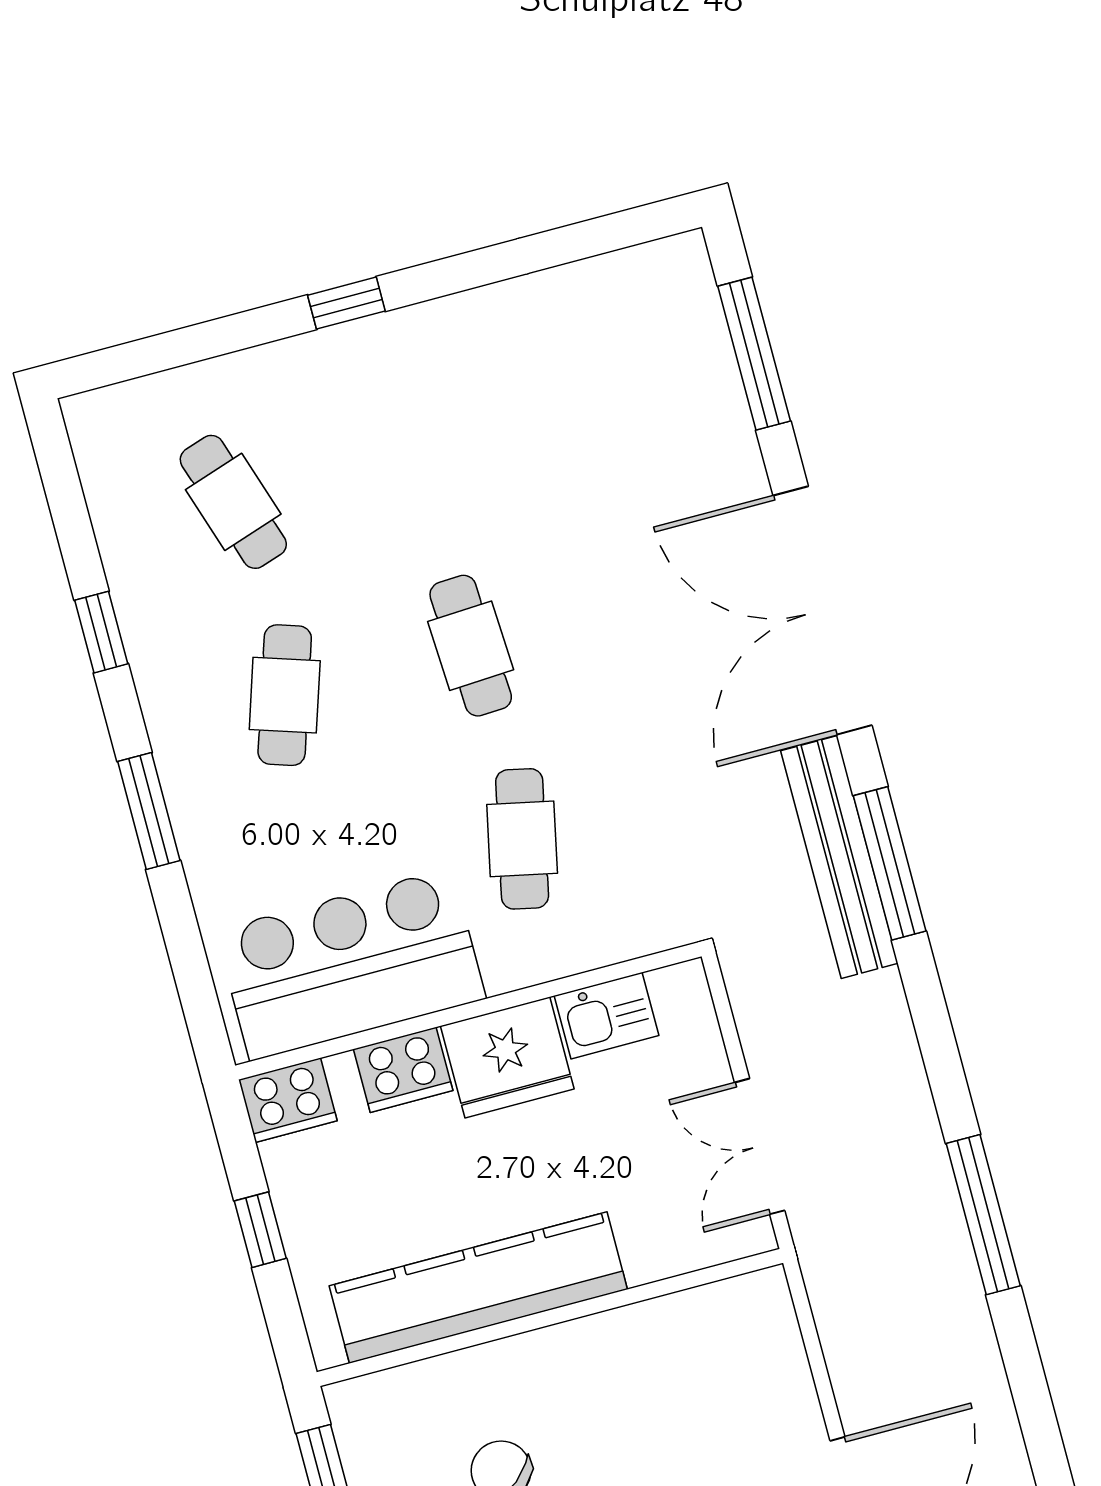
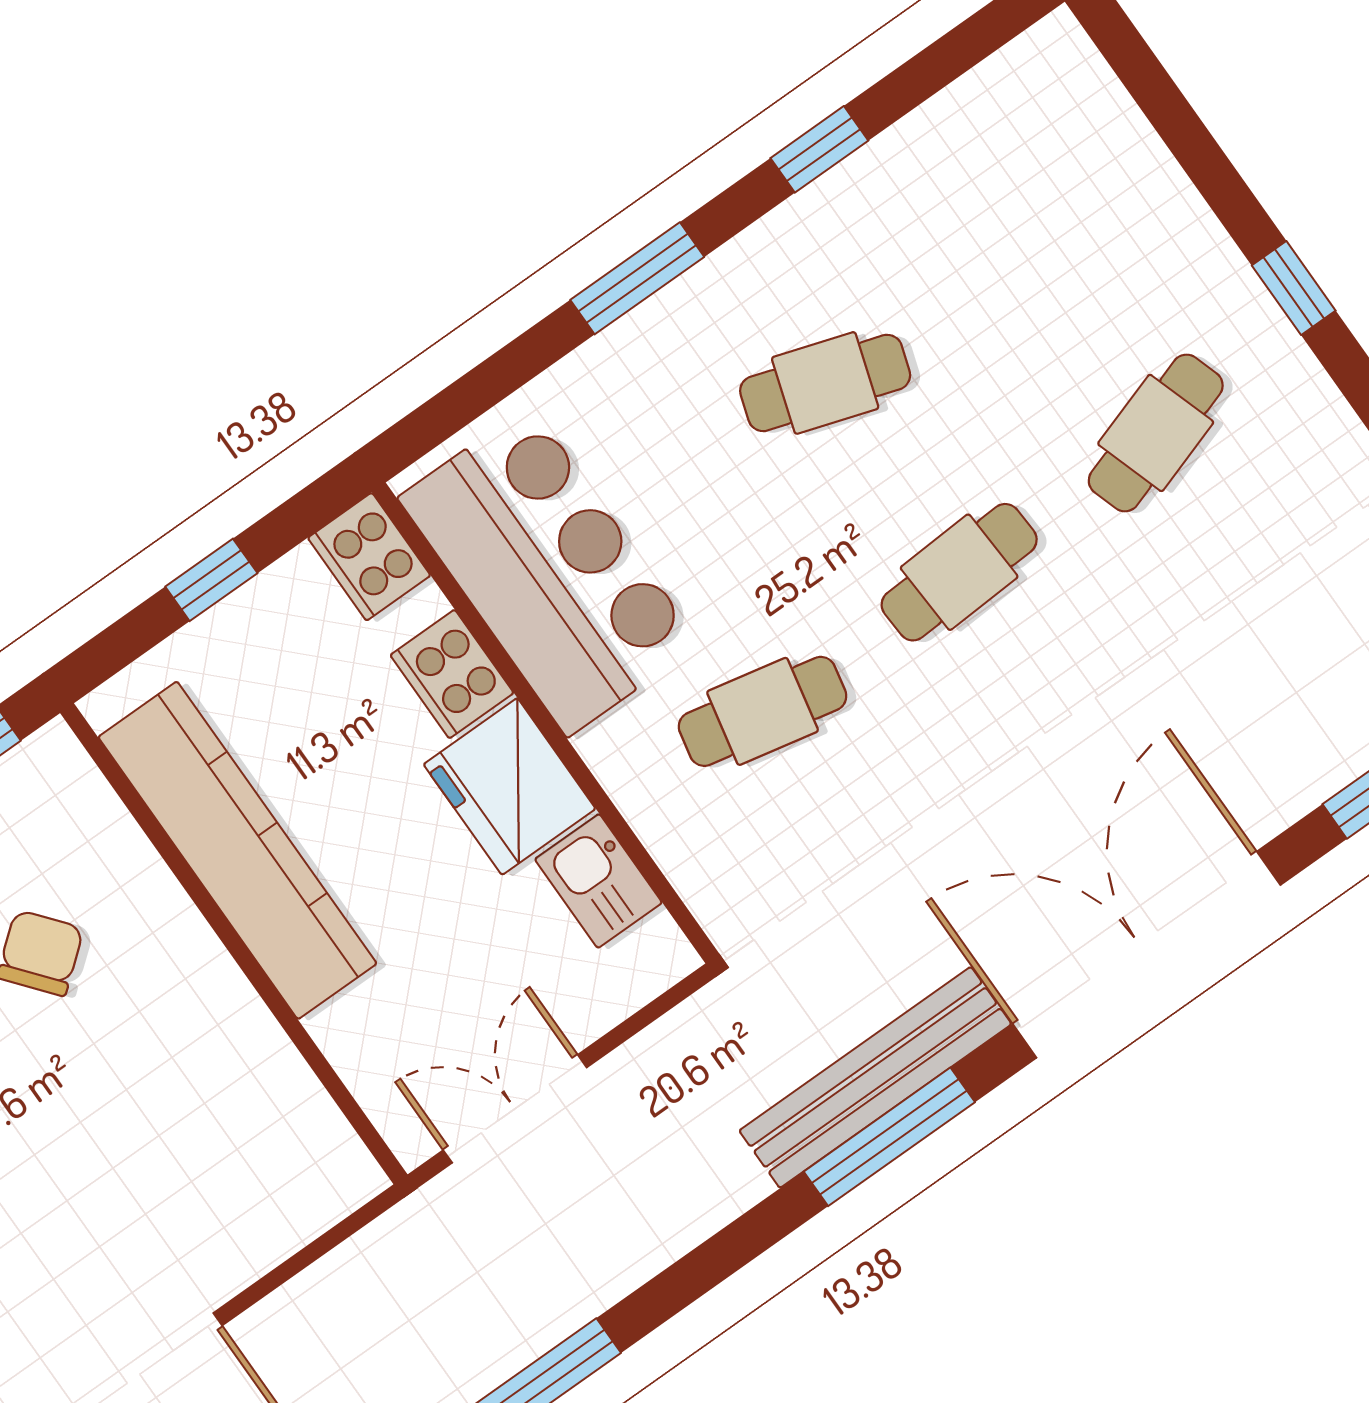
cafe table: (233, 502) -> (1156, 433), moved

